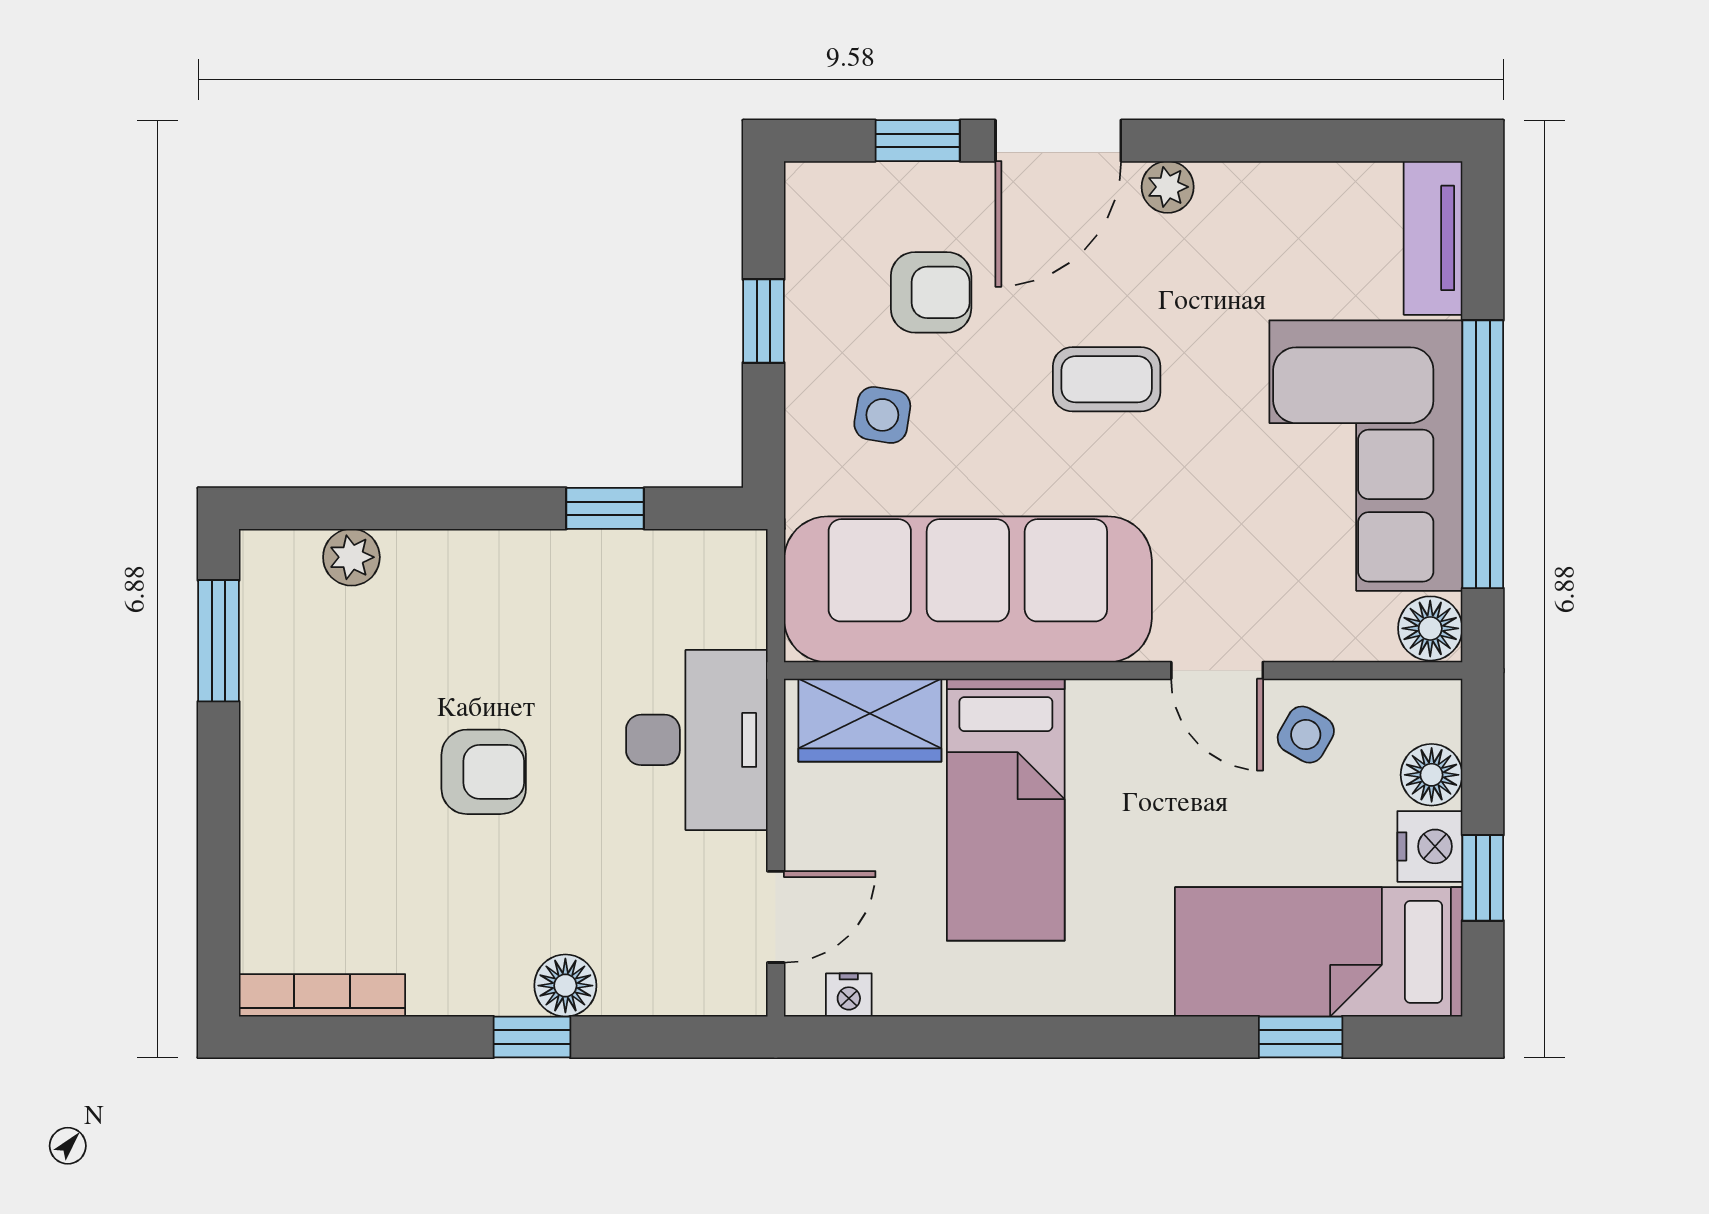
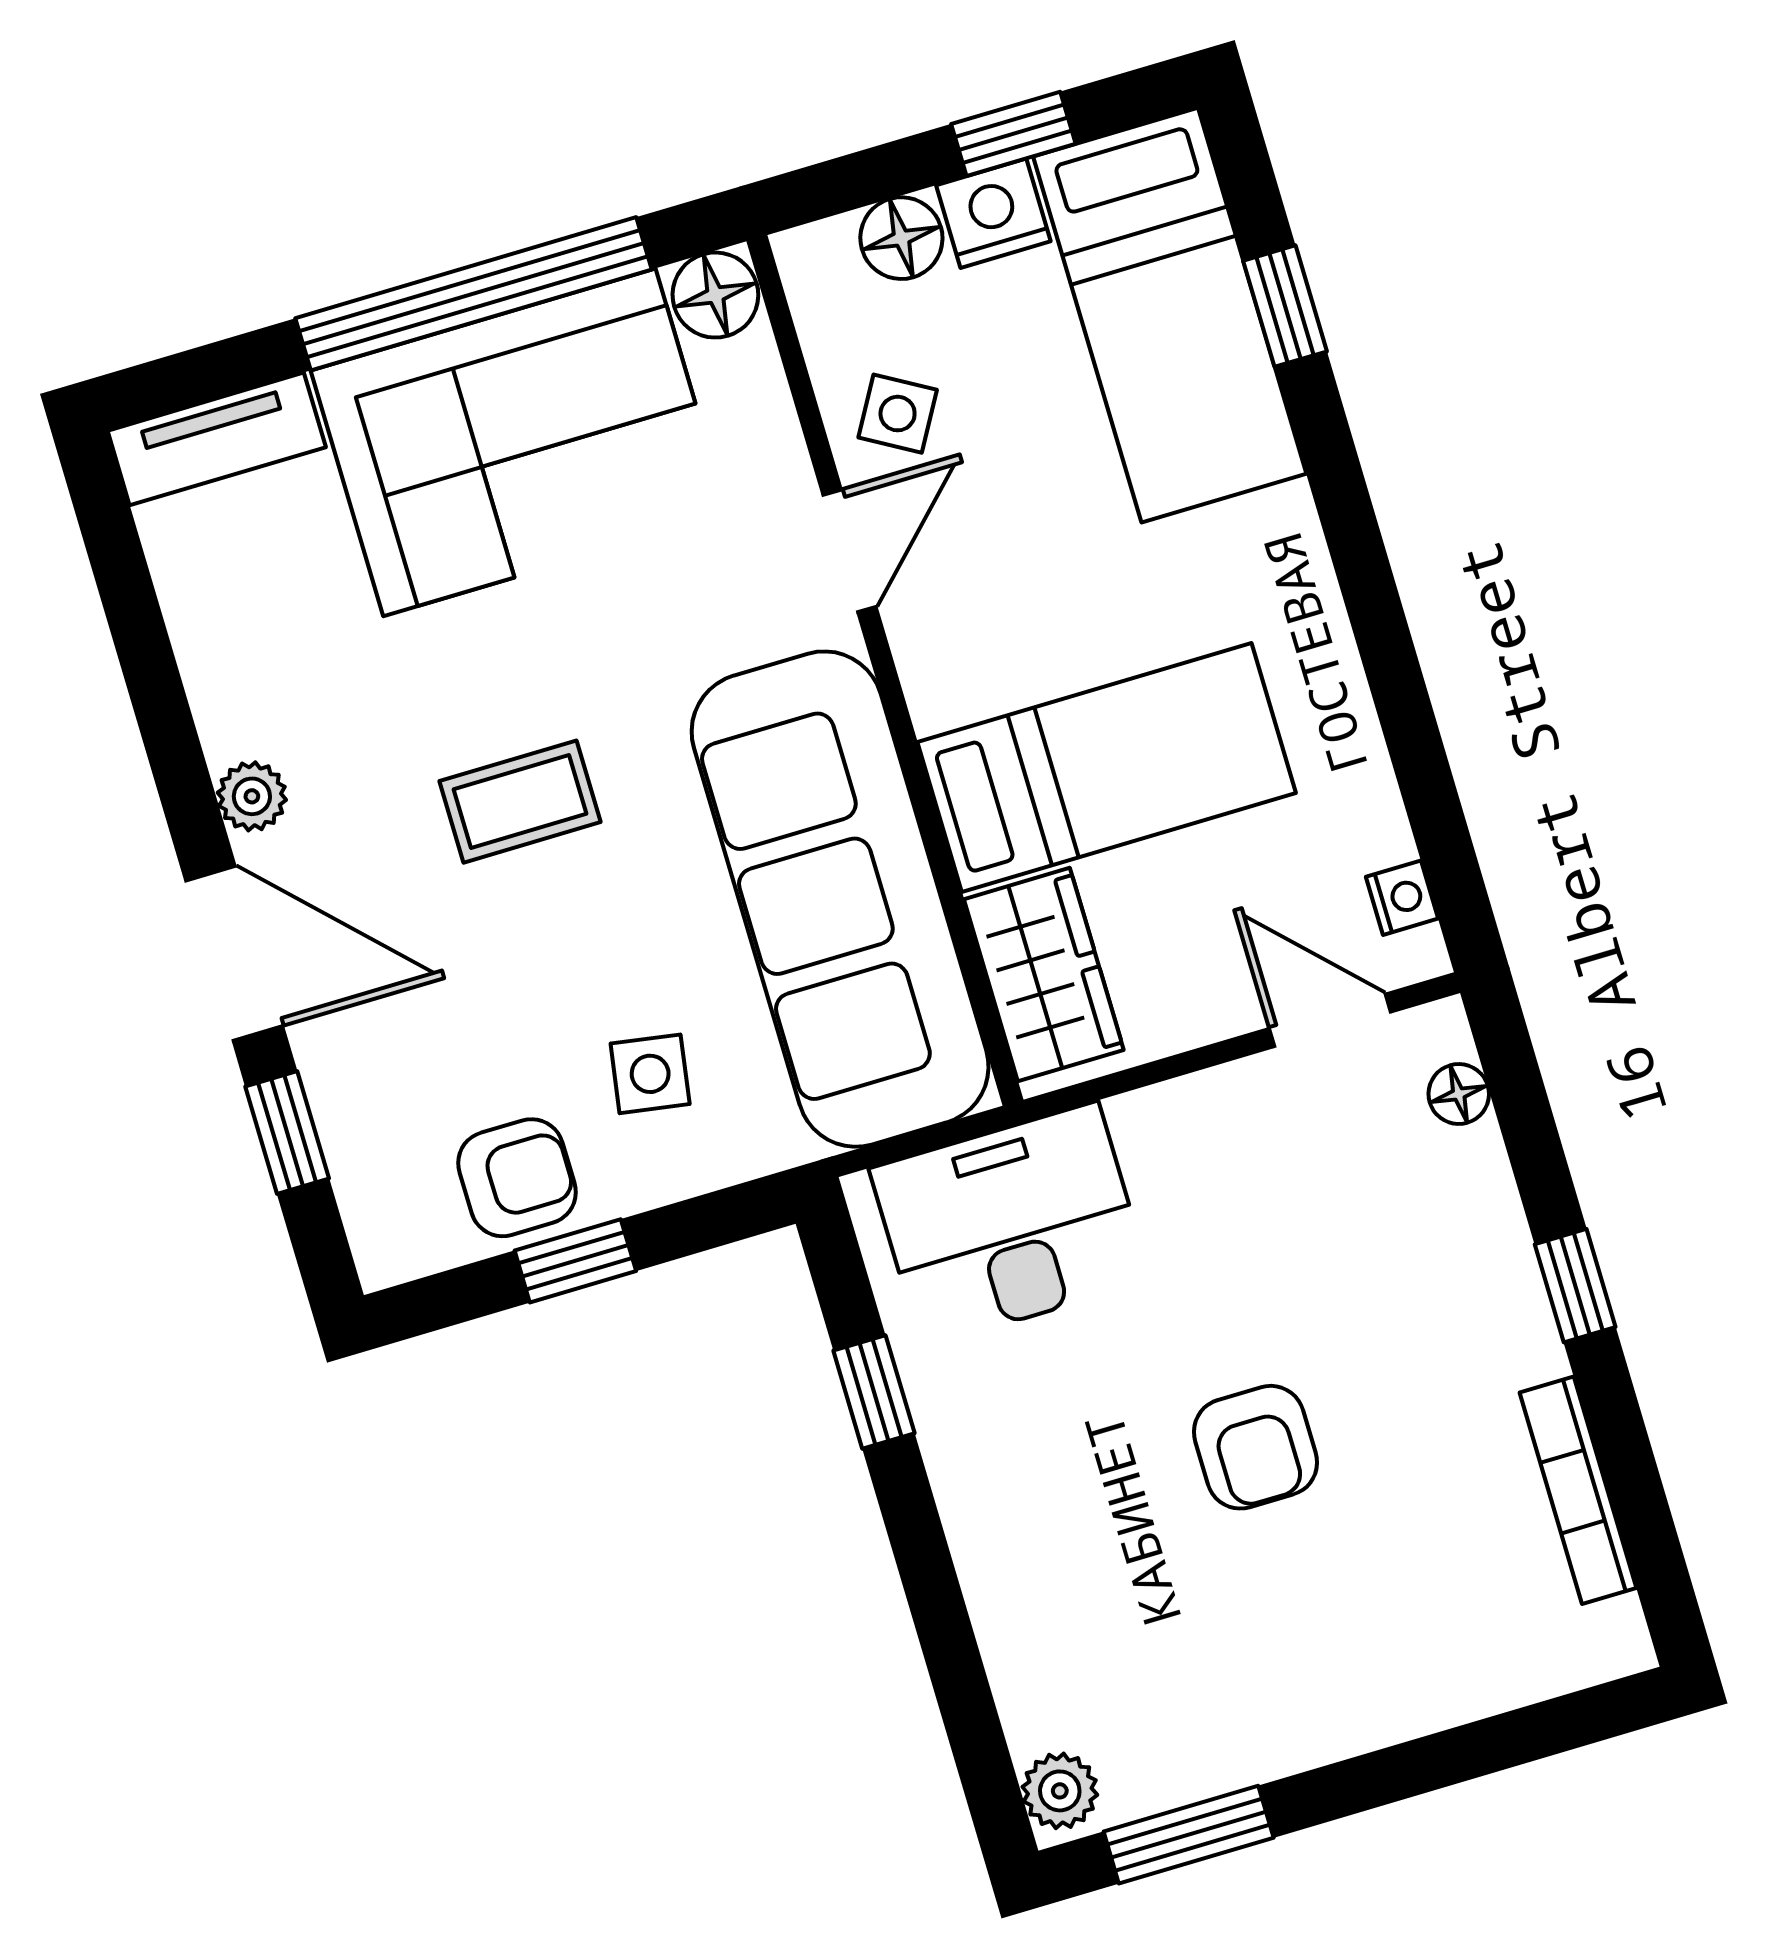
armchair: (931, 292) -> (517, 1178), moved, turned 90
coffee table: (1107, 379) -> (520, 802), turned 90
plant: (351, 557) -> (1060, 1791), moved
desk: (697, 740) -> (1010, 1225), moved
armchair: (484, 772) -> (1256, 1447), turned 180
floor lamp: (565, 986) -> (1459, 1094), moved, width x0.73, depth x0.73
bookcase: (322, 995) -> (1578, 1490), moved

